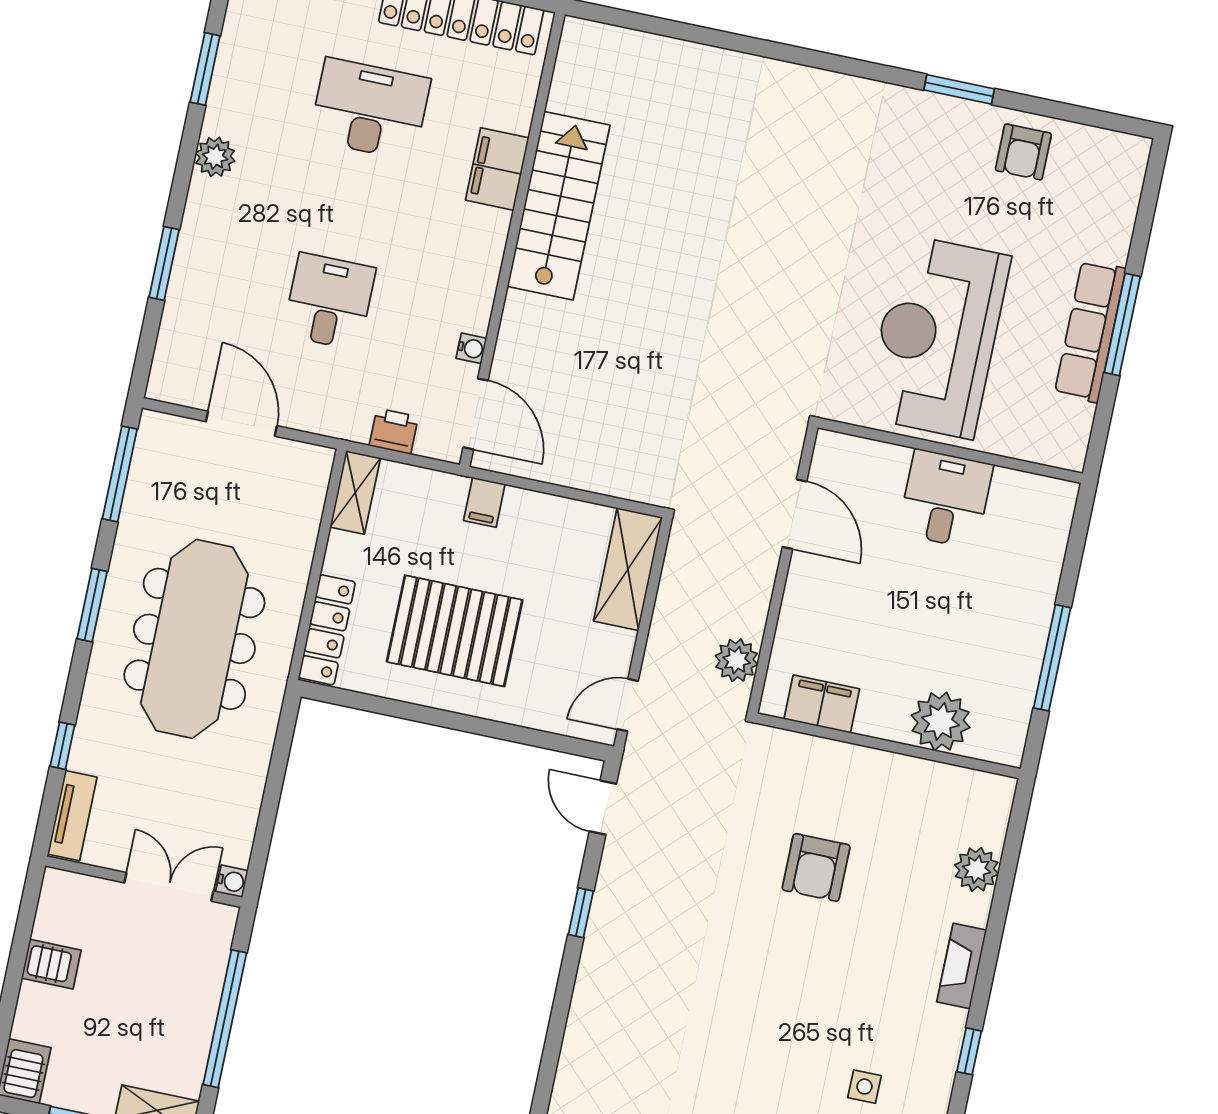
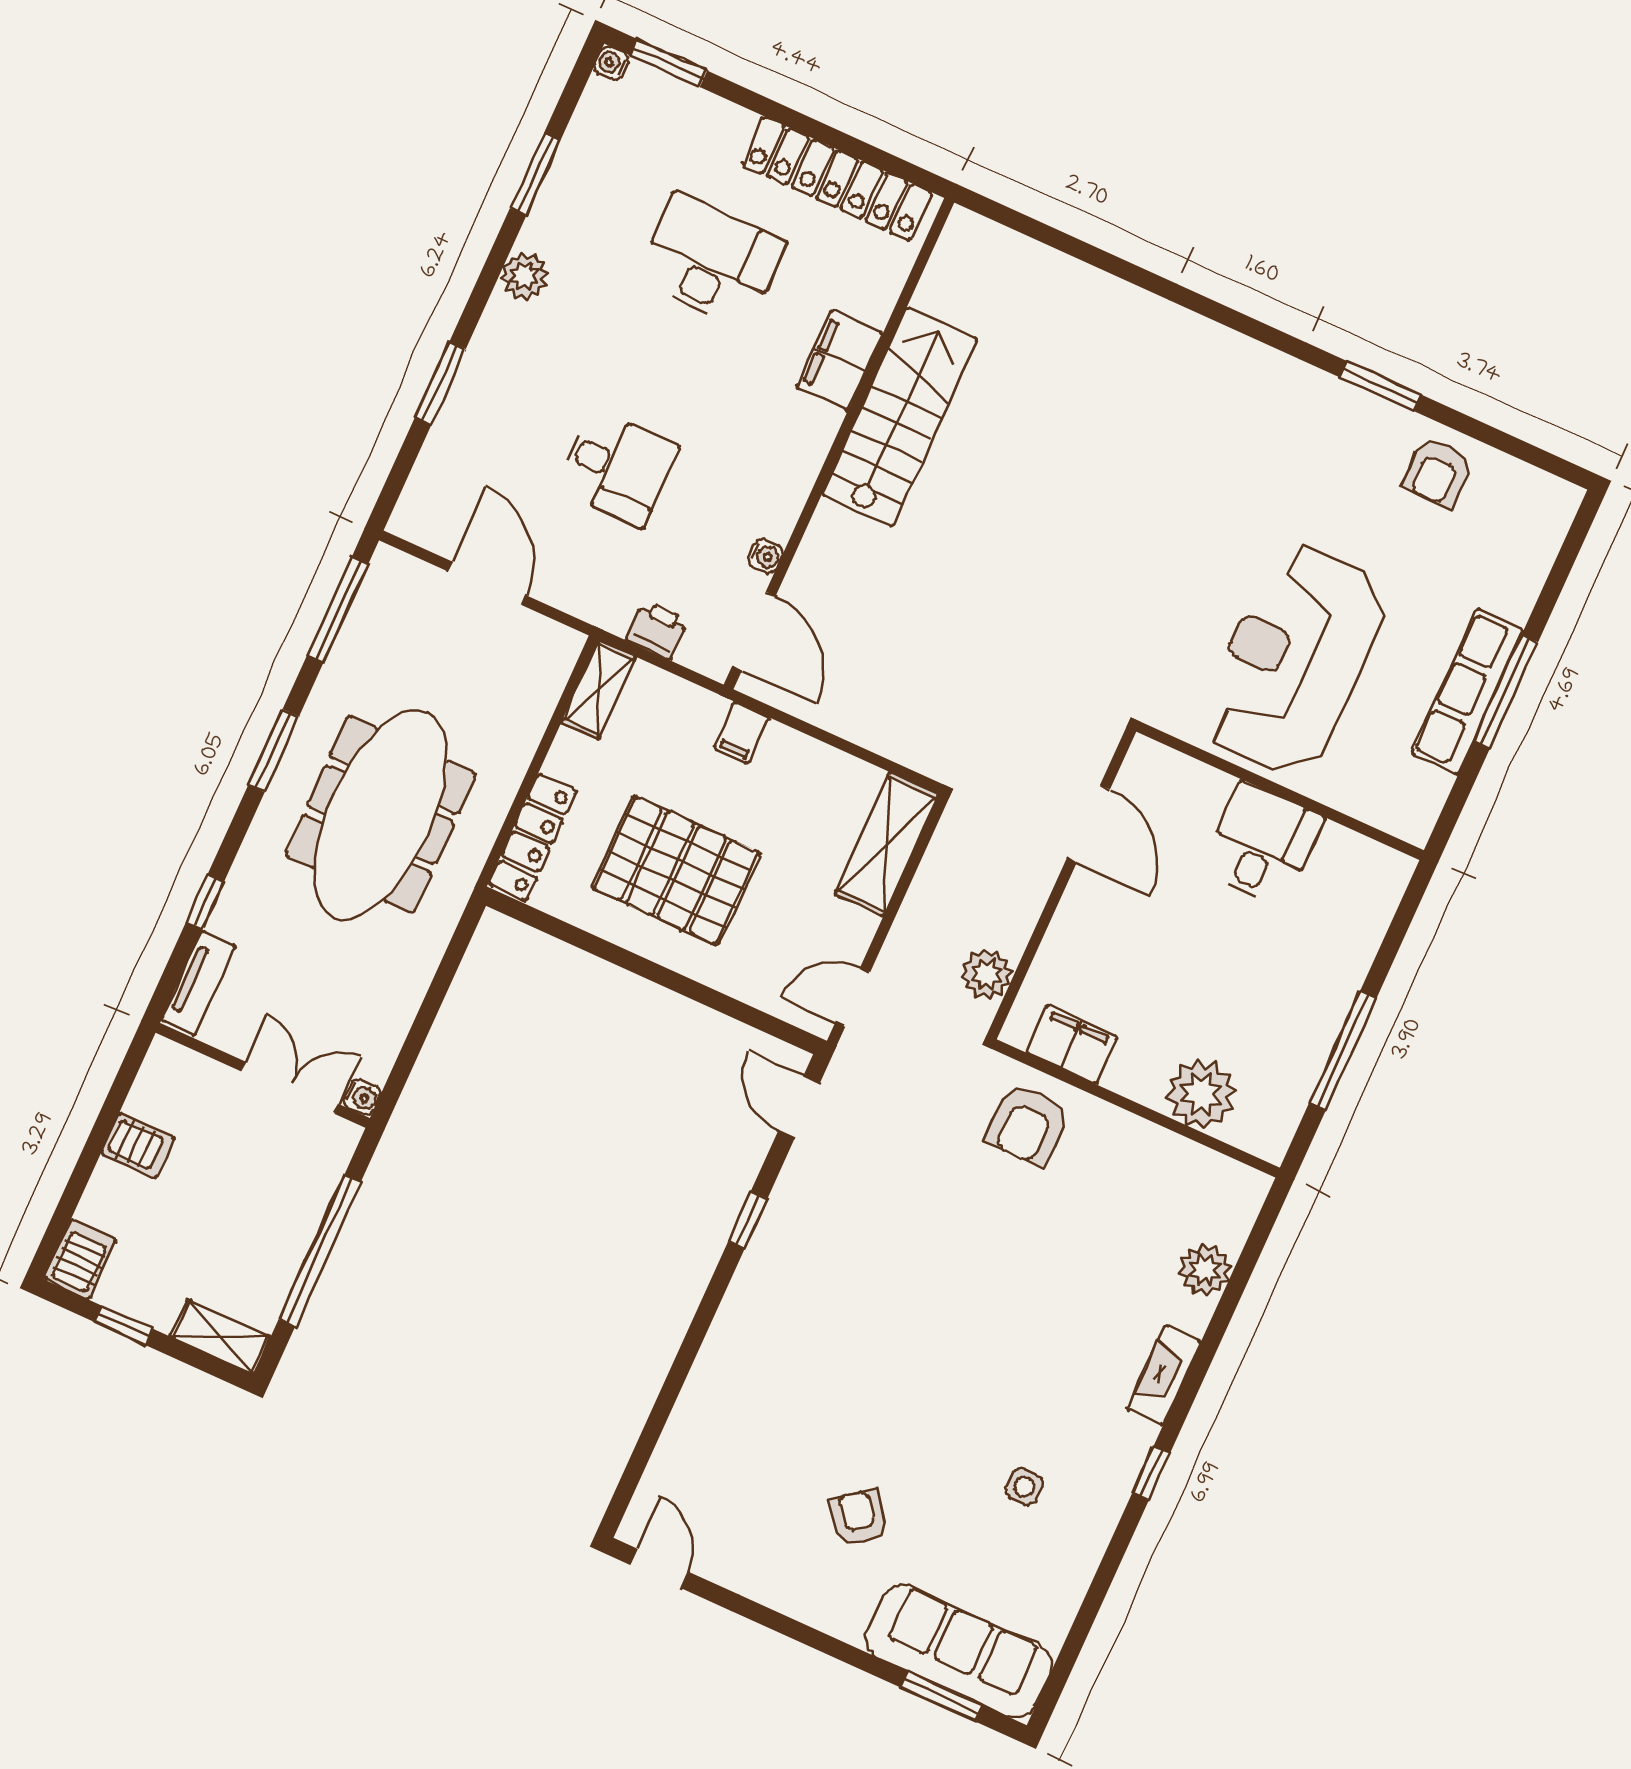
desk: (329, 301) -> (617, 468), turned 90
armchair: (816, 868) -> (1027, 1124), moved

